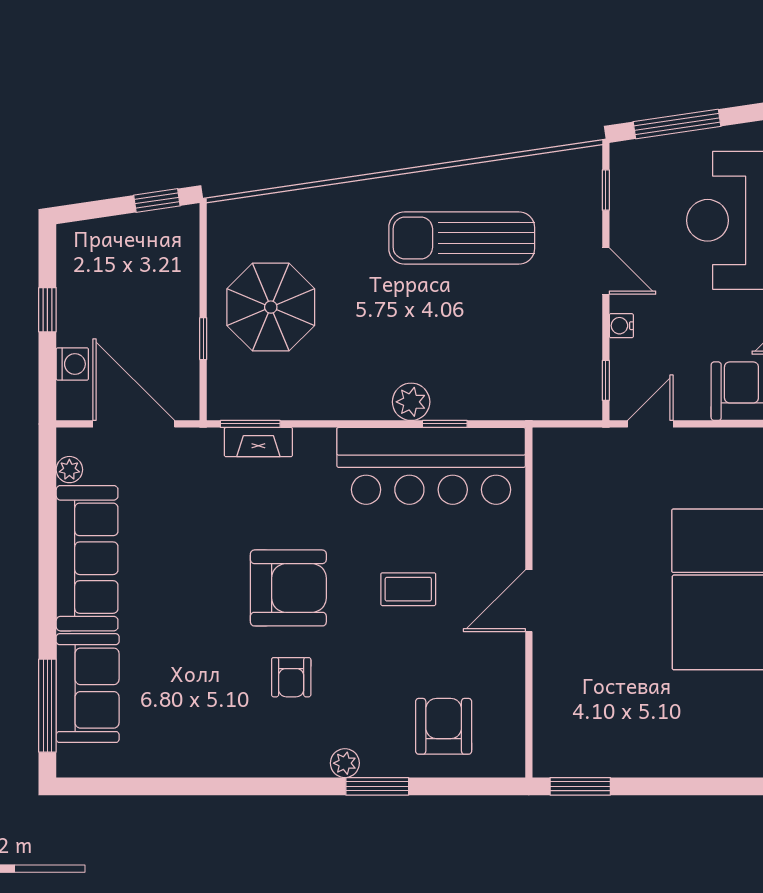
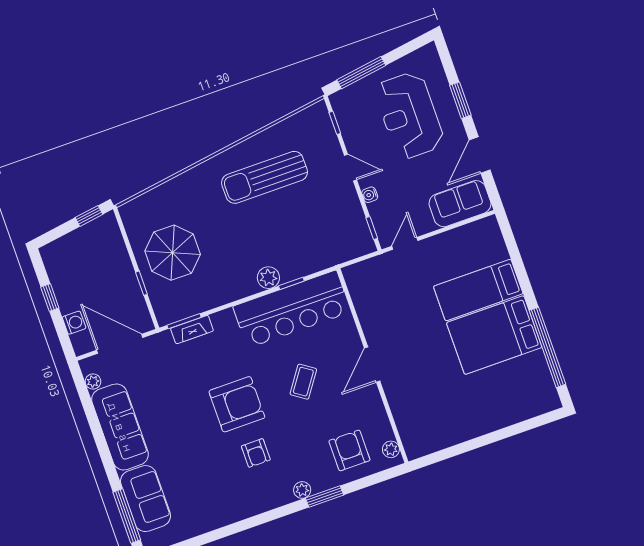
coffee table: (408, 589) -> (303, 382), turned -55
plant: (511, 748) -> (391, 449), added
window: (580, 786) -> (437, 457), removed

